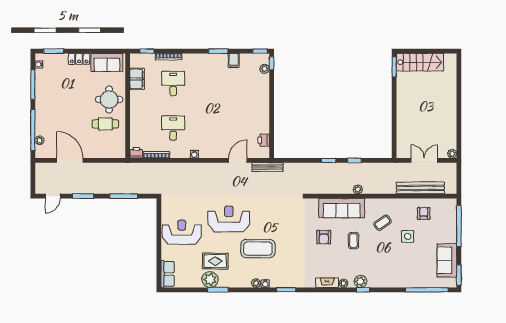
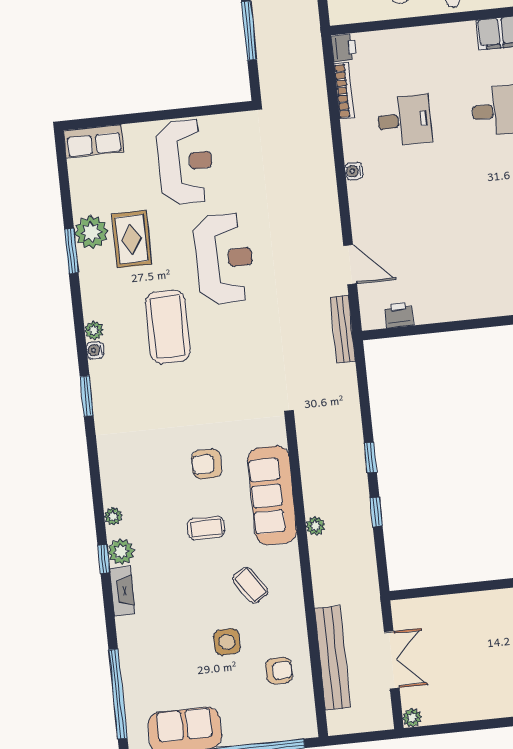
fireplace: (327, 283) -> (122, 591), moved

